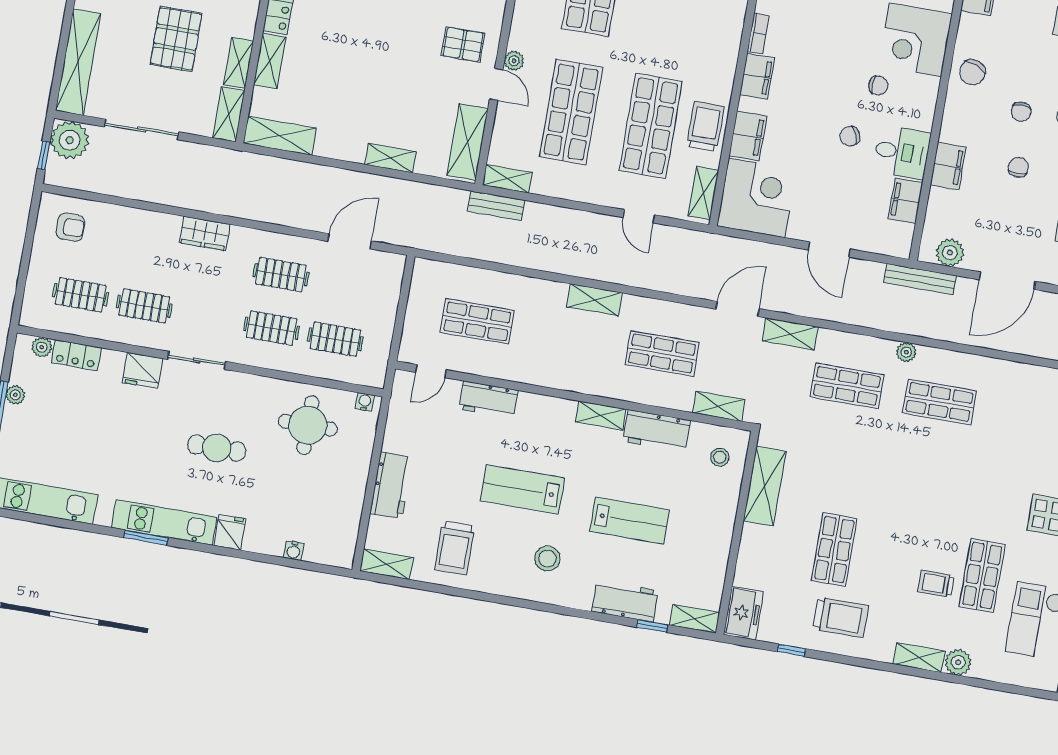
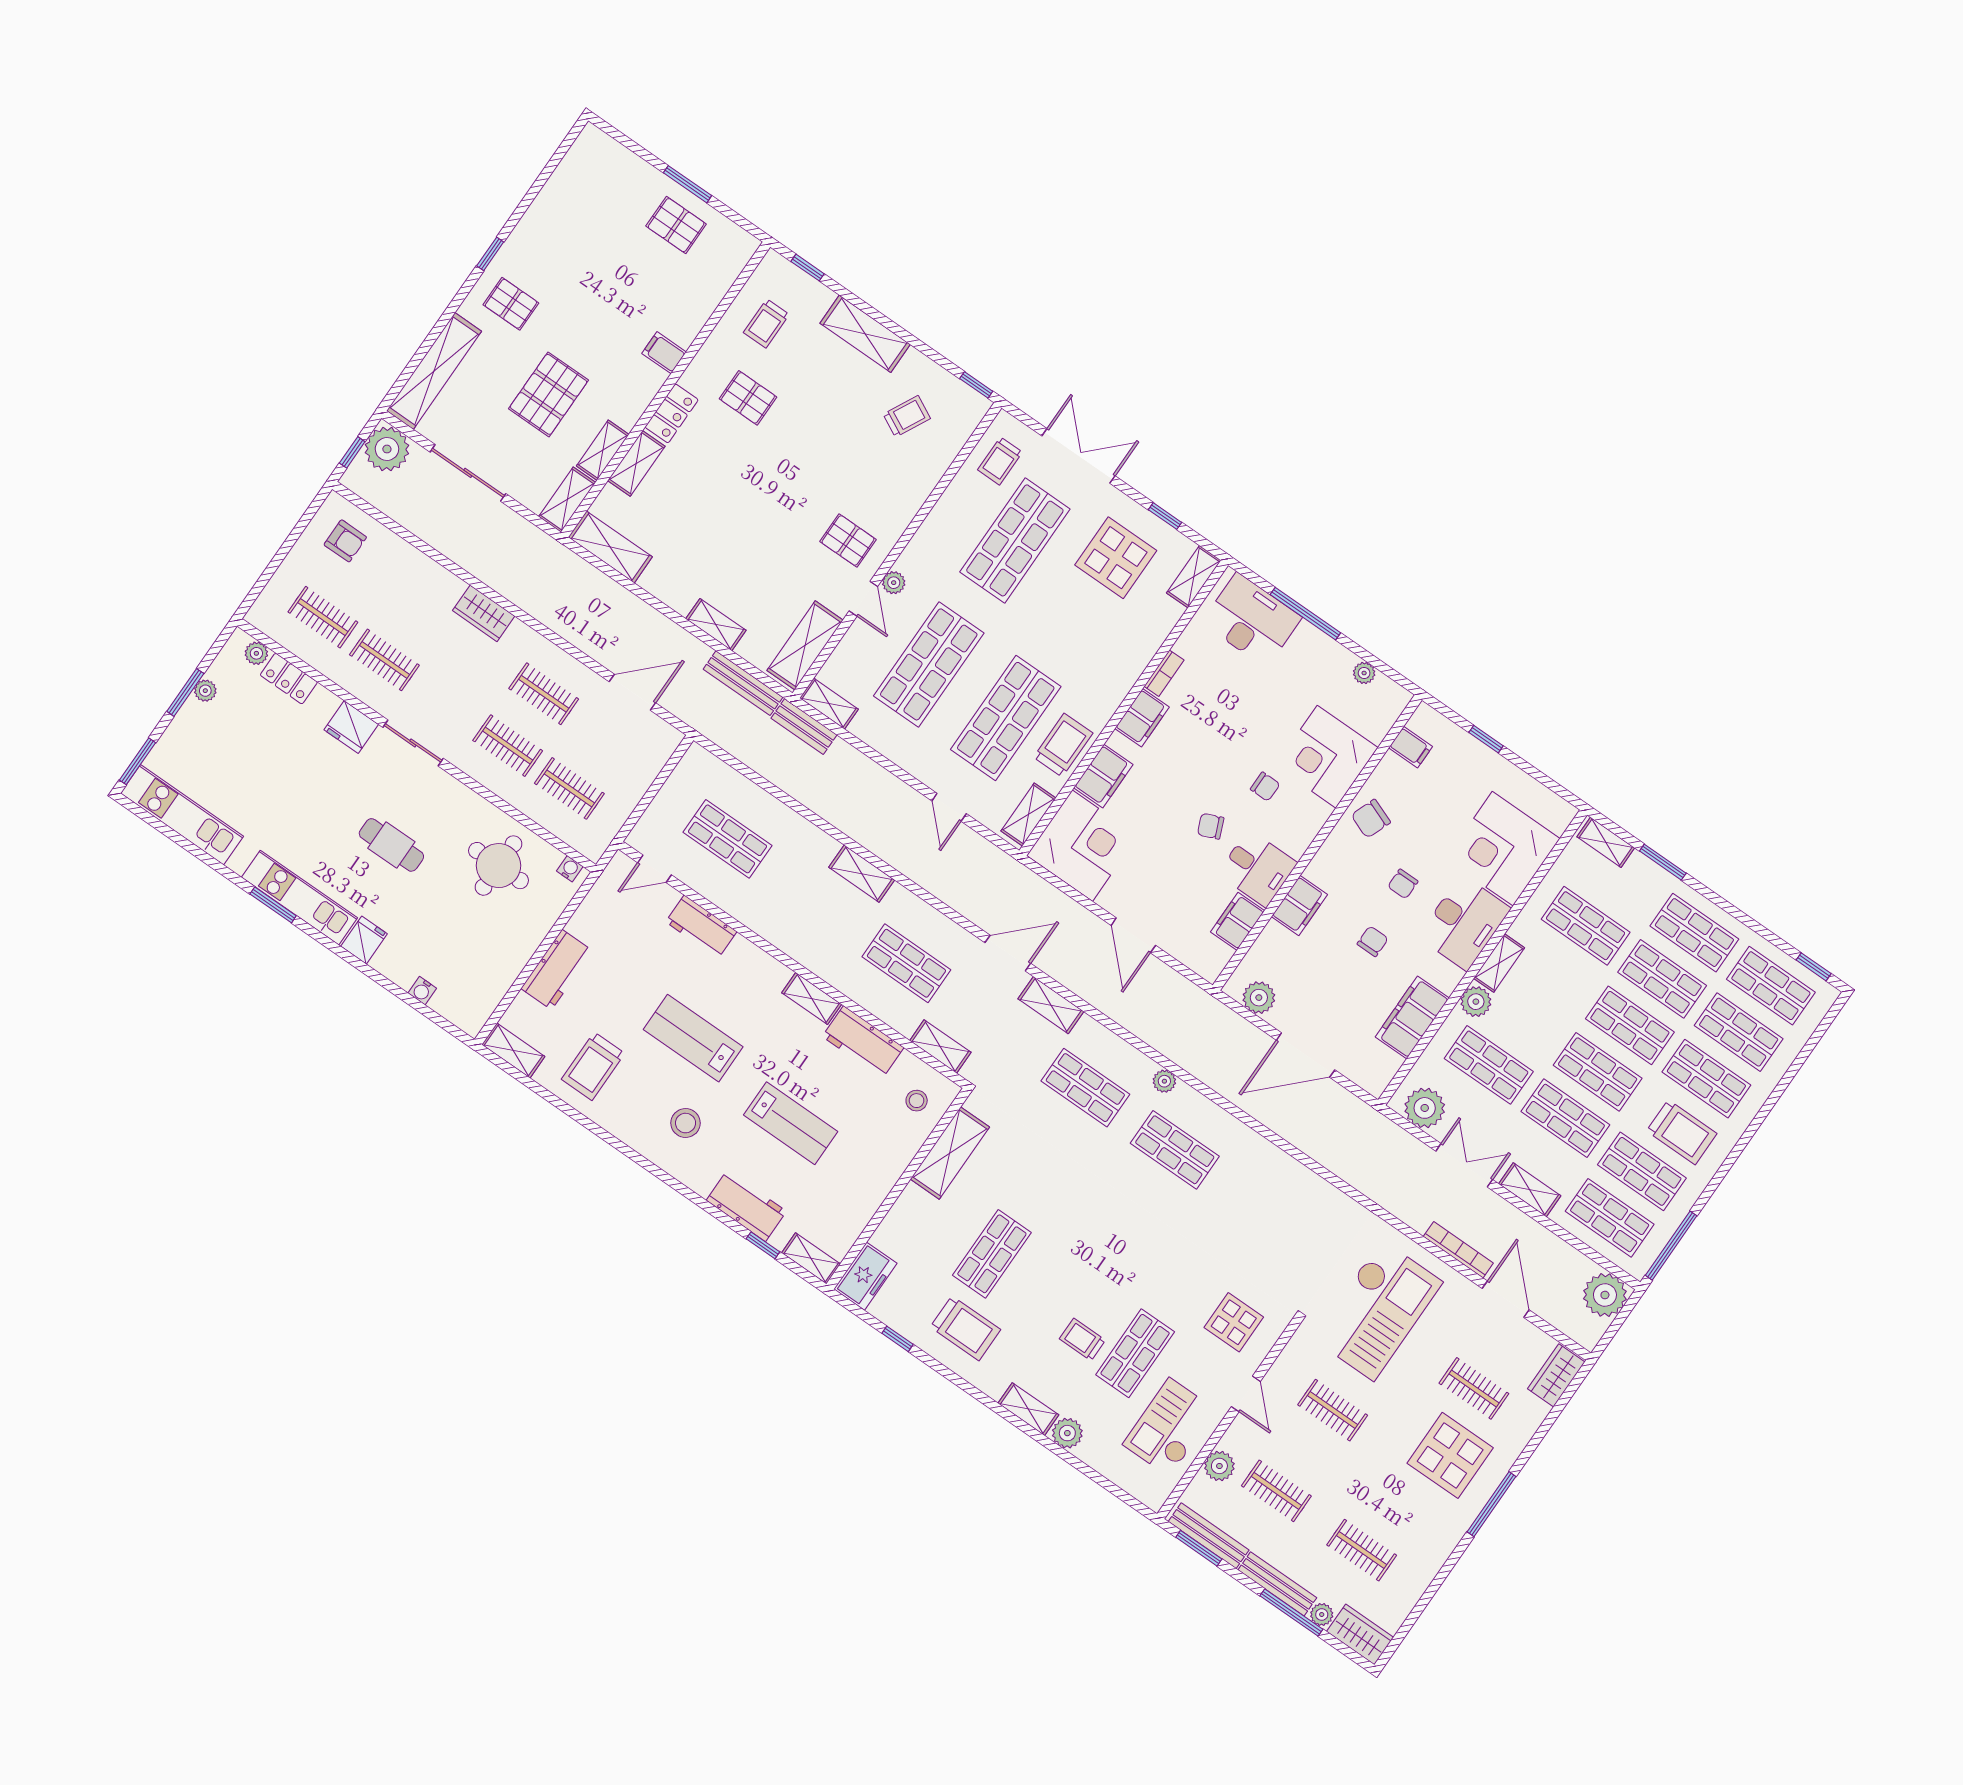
bench: (920, 279) -> (743, 683), moved

